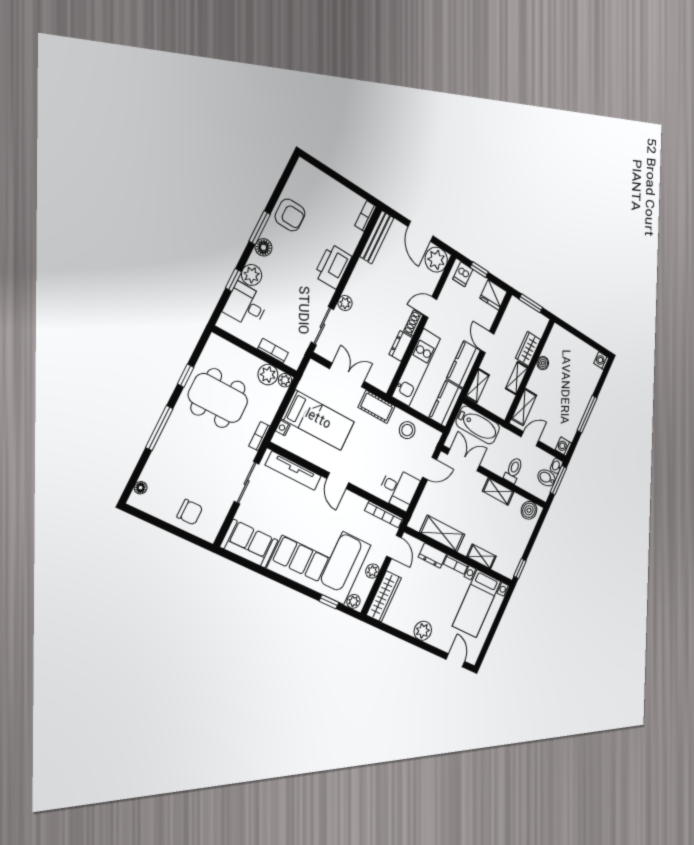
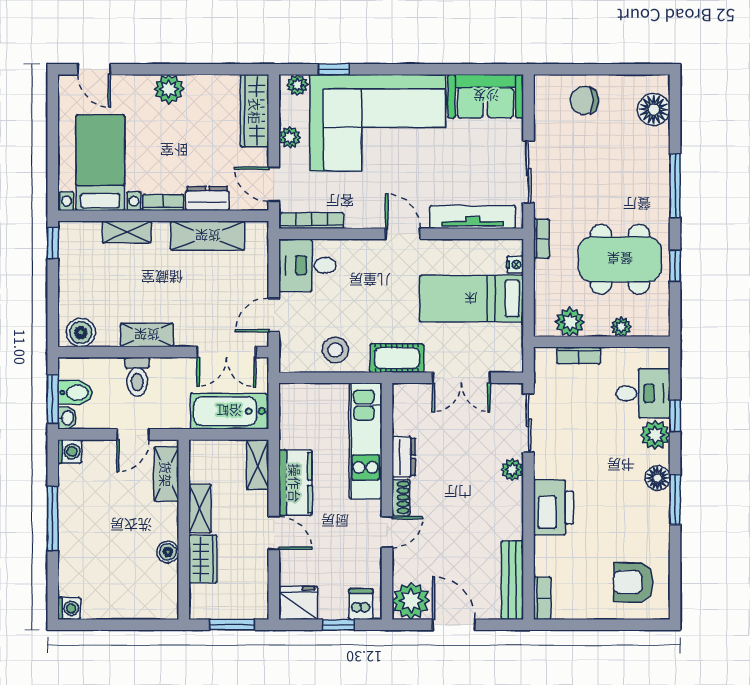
armchair: (290, 215) -> (633, 582), moved
plant: (285, 380) -> (621, 327), moved
kitchen counter: (446, 403) -> (295, 415), removed
floor lamp: (141, 488) -> (654, 110), width x1.89, depth x1.89

